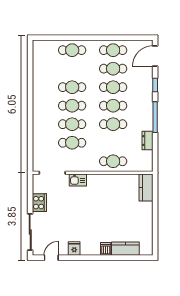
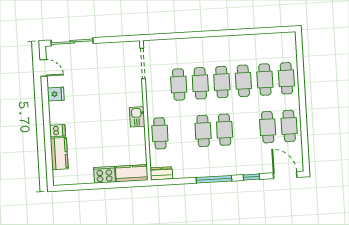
cafe table: (113, 87) -> (265, 80), moved
dresser: (147, 141) -> (161, 173), moved
kitchen sink: (78, 180) -> (137, 117), moved
cooker: (39, 203) -> (104, 175), moved, turned 180

